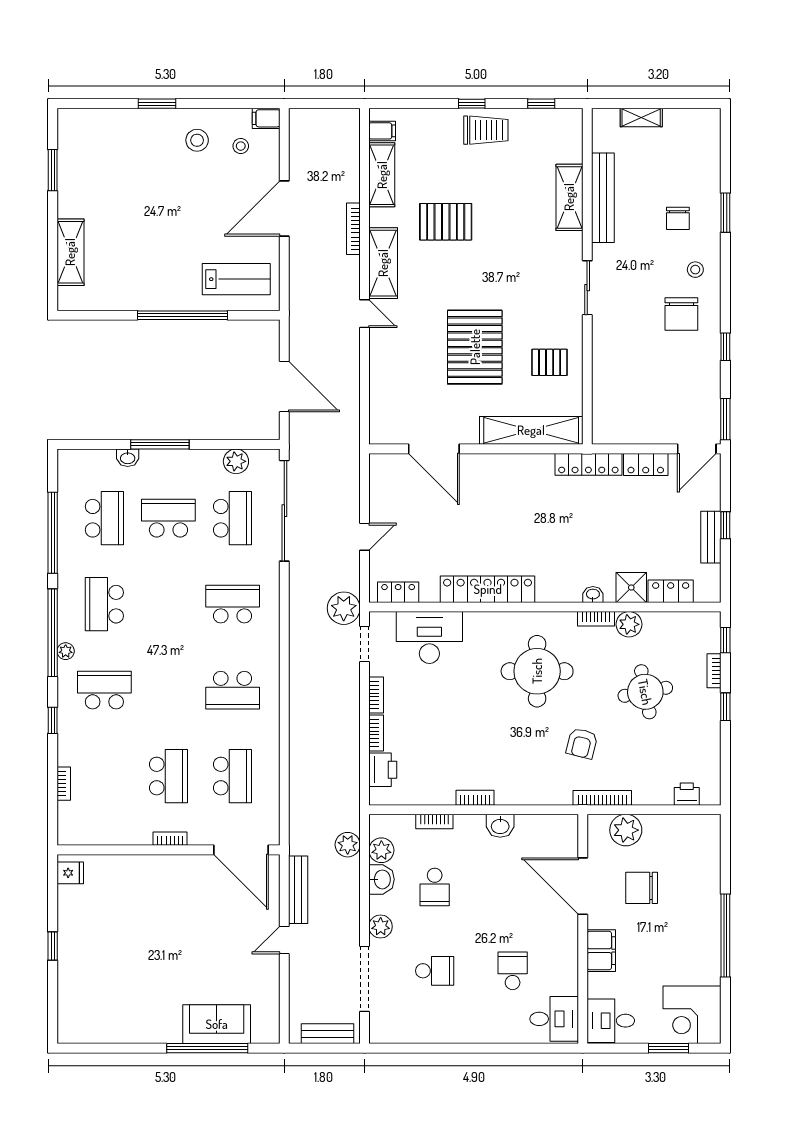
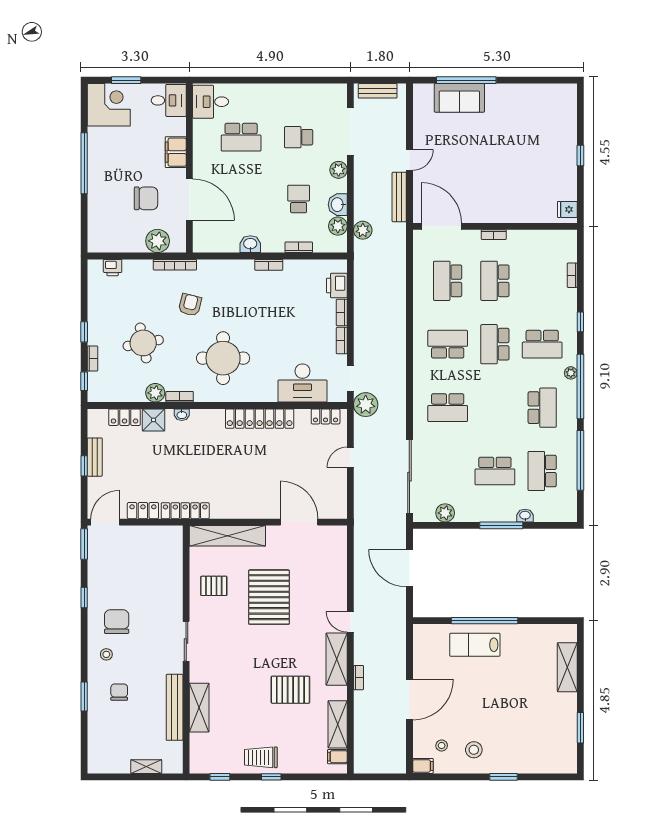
bookcase: (353, 229) -> (359, 678), width x0.64
lab bench: (236, 279) -> (475, 645), moved
school desk: (233, 518) -> (495, 344), moved
school desk: (513, 971) -> (241, 137), width x1.85

